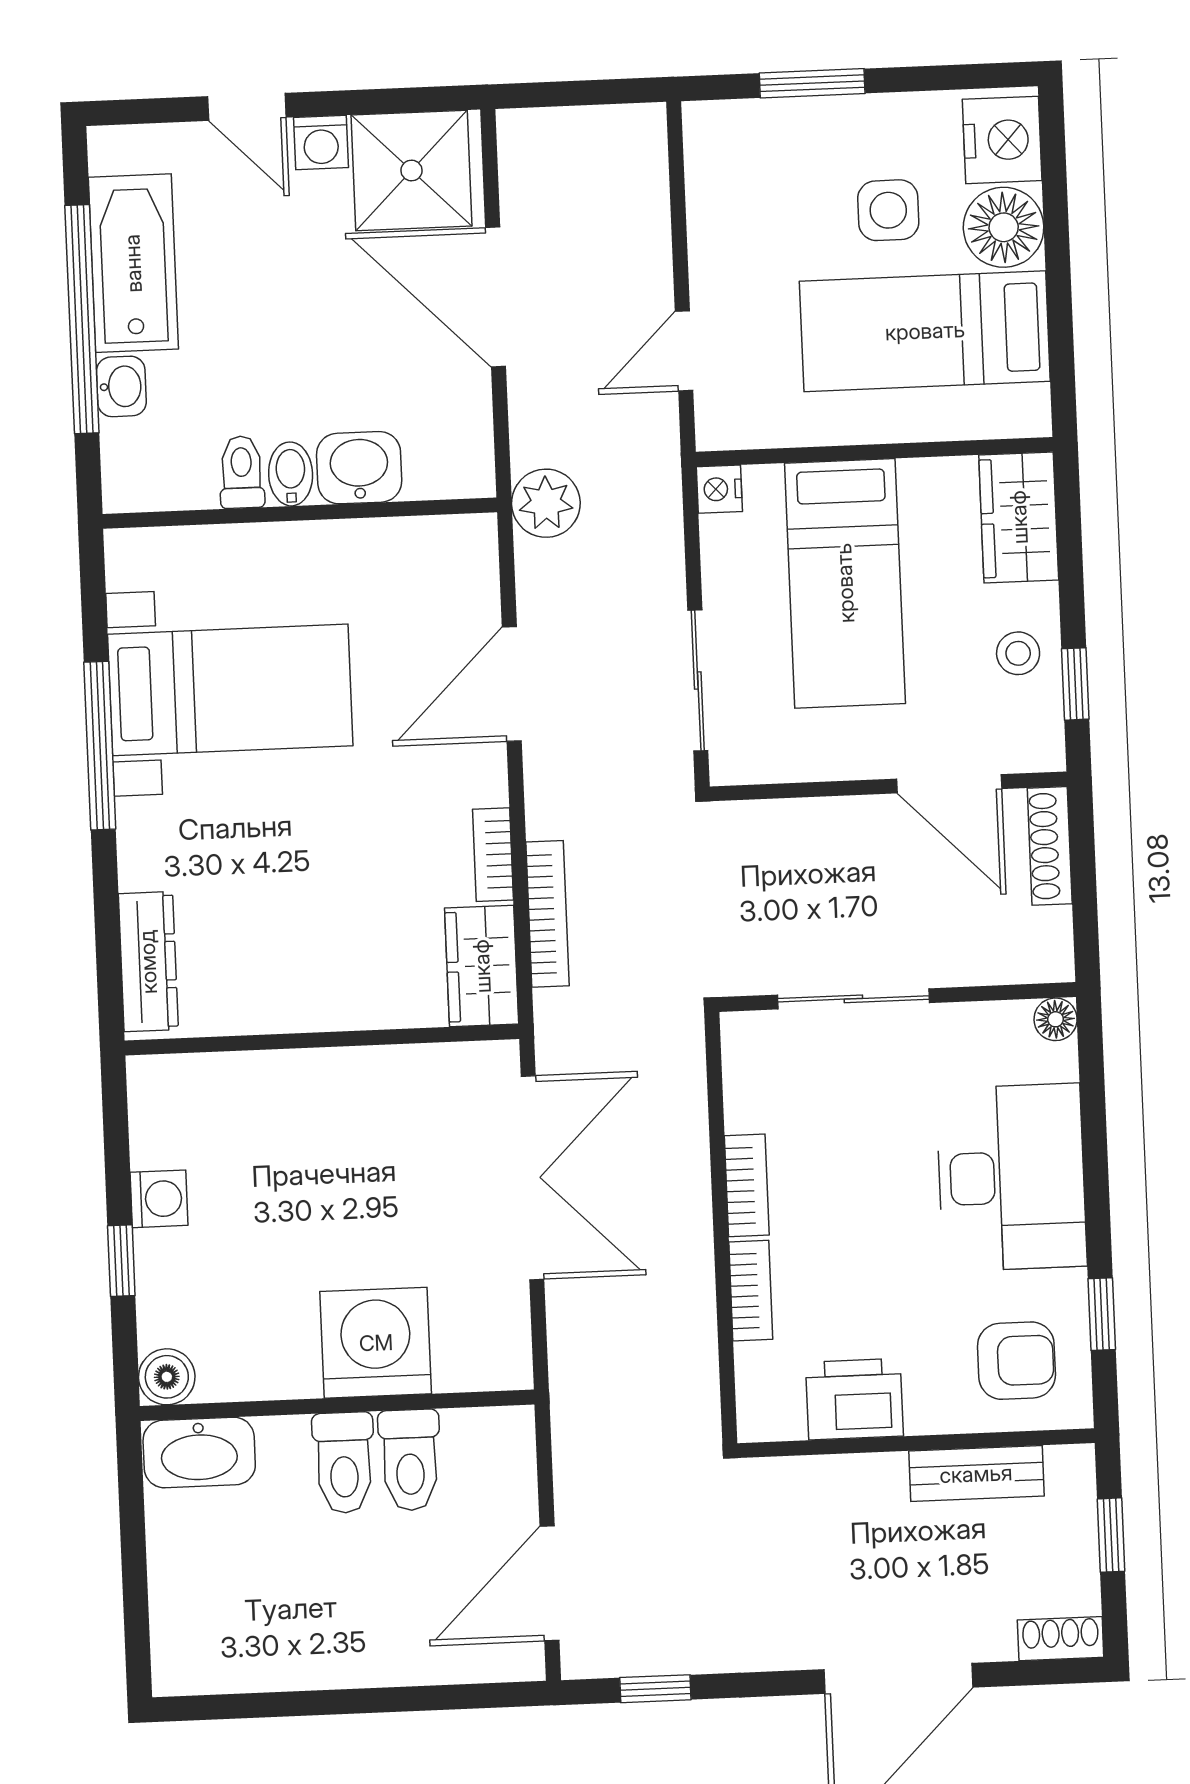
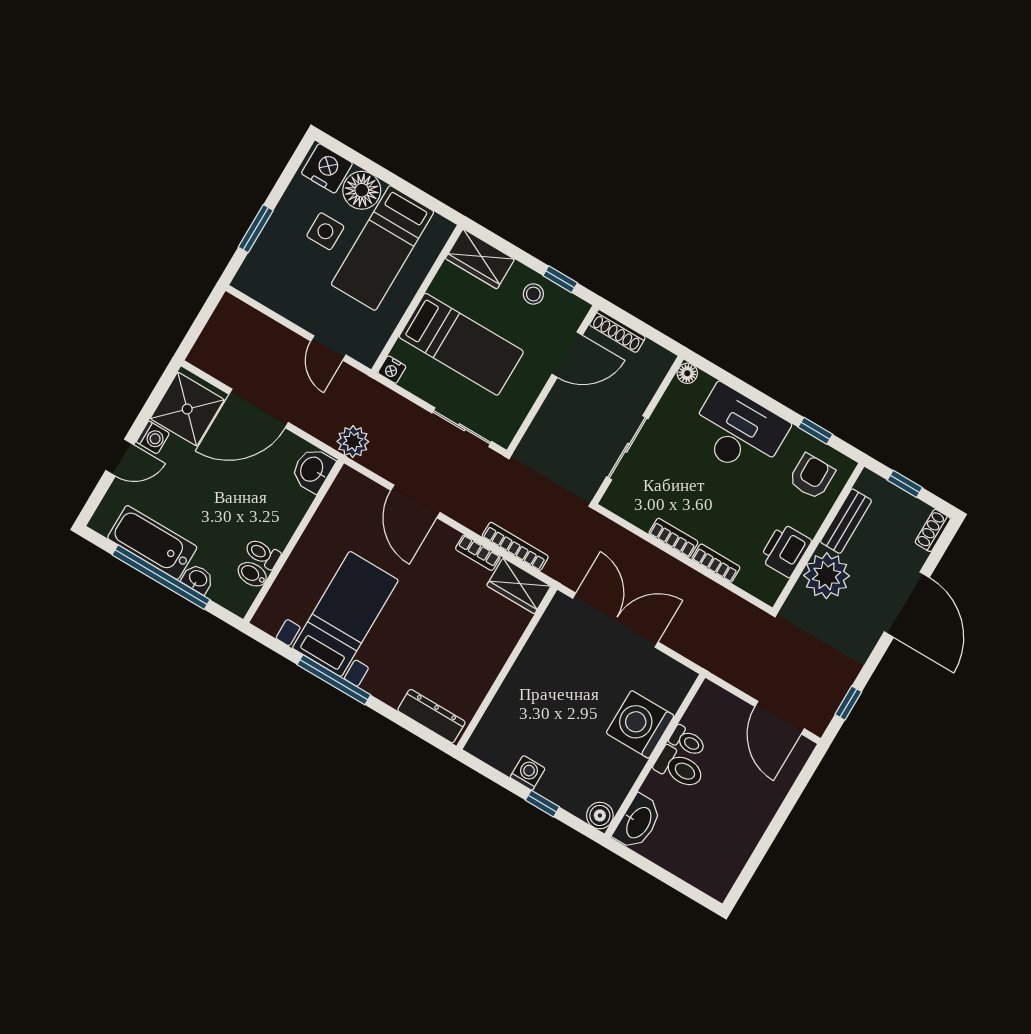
washbasin: (359, 468) -> (312, 470), moved
bidet: (291, 474) -> (252, 574), moved
toilet: (410, 1460) -> (687, 741), width x0.73, depth x0.72
plant: (857, 1502) -> (827, 576), added

